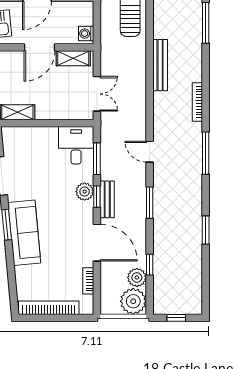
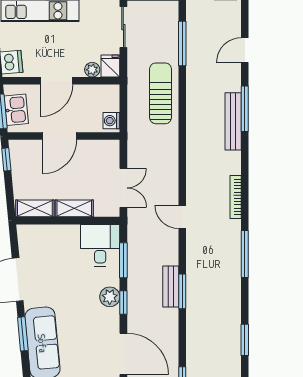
shelving: (73, 58) -> (74, 208), moved
bench: (160, 65) -> (233, 121), moved
door: (150, 152) -> (182, 217), moved
bench: (107, 199) -> (171, 287), moved
window: (150, 203) -> (182, 291), moved

